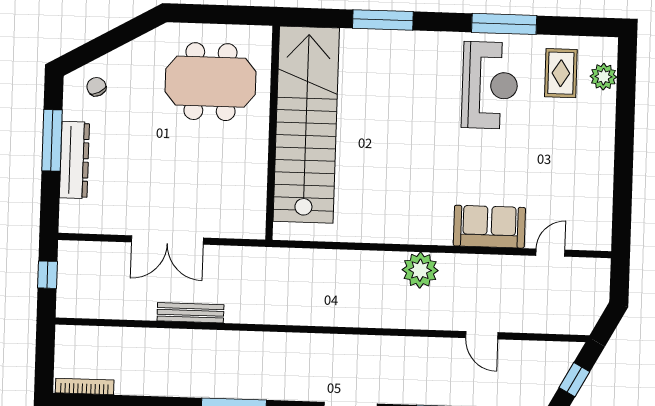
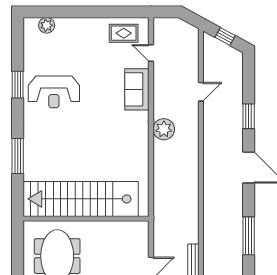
window: (504, 24) -> (18, 85), width x0.69
rug: (561, 73) -> (124, 33), moved
reception desk: (490, 85) -> (54, 92), turned 180

